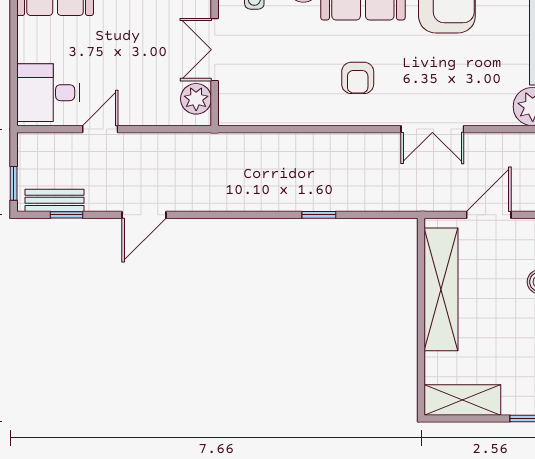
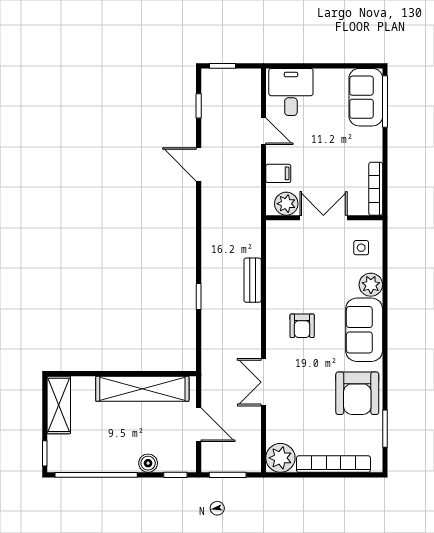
armchair: (358, 78) -> (302, 326), turned -90
filing cabinet: (156, 109) -> (278, 173), added
bench: (54, 200) -> (253, 280), moved

